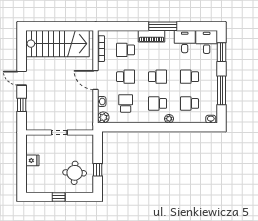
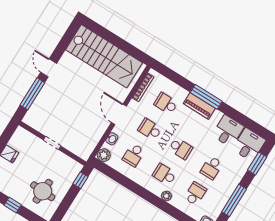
window: (163, 26) -> (206, 97), moved
school desk: (126, 77) -> (150, 129), turned 180
school desk: (189, 77) -> (211, 168), turned -90
school desk: (126, 103) -> (134, 155), turned 180
school desk: (189, 103) -> (195, 194), turned 90
window: (22, 105) -> (32, 94), width x2.17
window: (98, 170) -> (80, 180), moved

